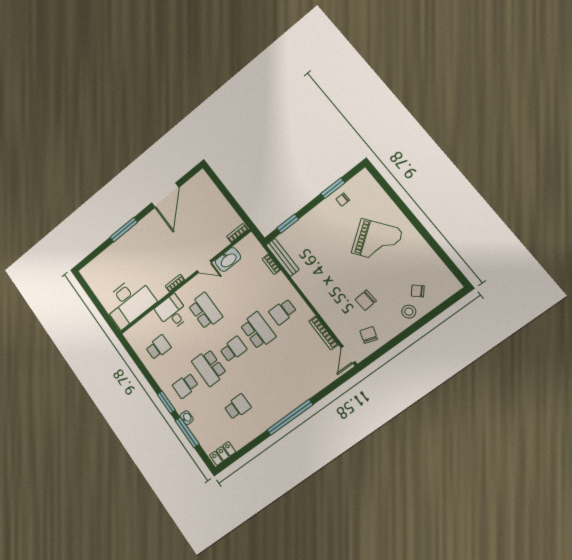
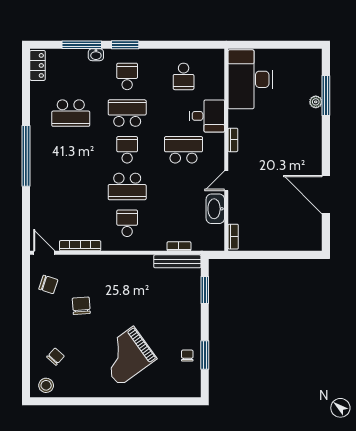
window: (124, 230) -> (326, 96), moved
plant: (113, 249) -> (316, 102), added
school desk: (205, 311) -> (184, 150), turned 180
stool: (409, 312) -> (46, 385), moved
school desk: (233, 349) -> (127, 150), turned 180
school desk: (237, 407) -> (71, 113), width x1.85

